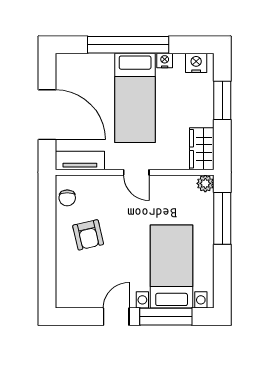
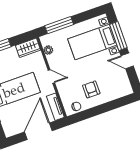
door: (136, 172) -> (51, 76), hinge flipped
plant: (205, 183) -> (48, 50), moved
armchair: (88, 235) -> (91, 89), turned -77

